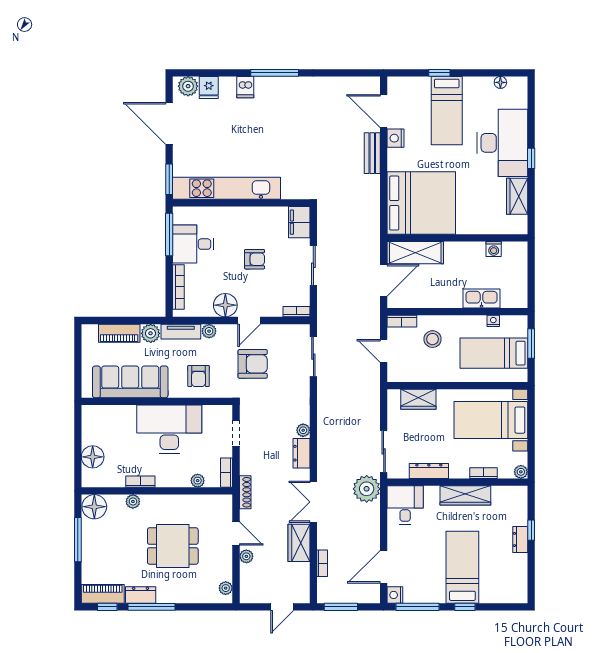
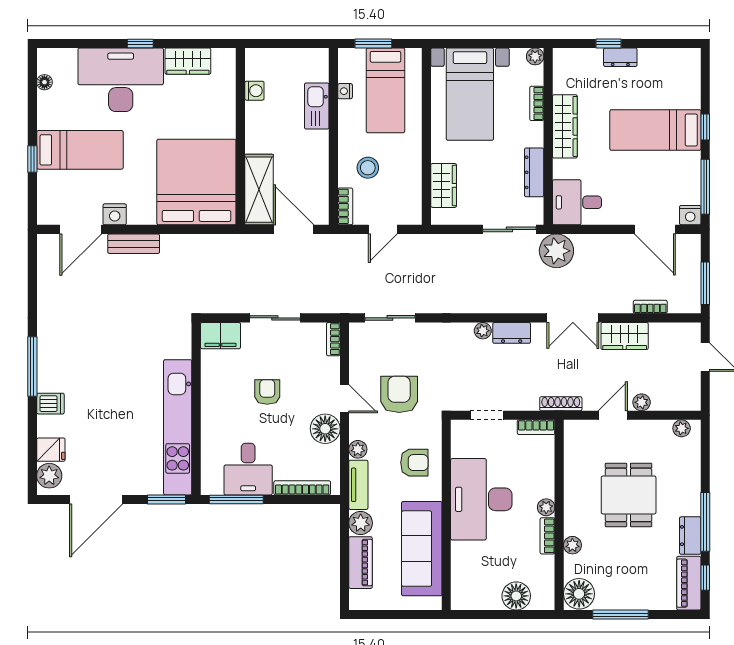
plant: (198, 481) -> (546, 507), moved

